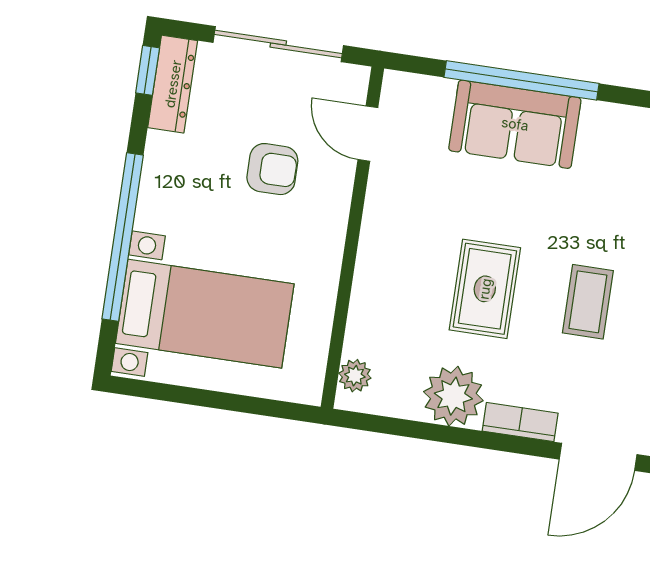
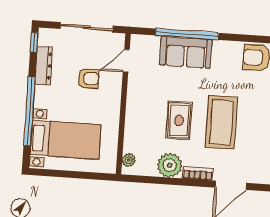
dresser: (173, 84) -> (44, 66), moved
door: (368, 134) -> (126, 61), hinge flipped
coffee table: (588, 302) -> (221, 122), width x1.86, depth x1.72

